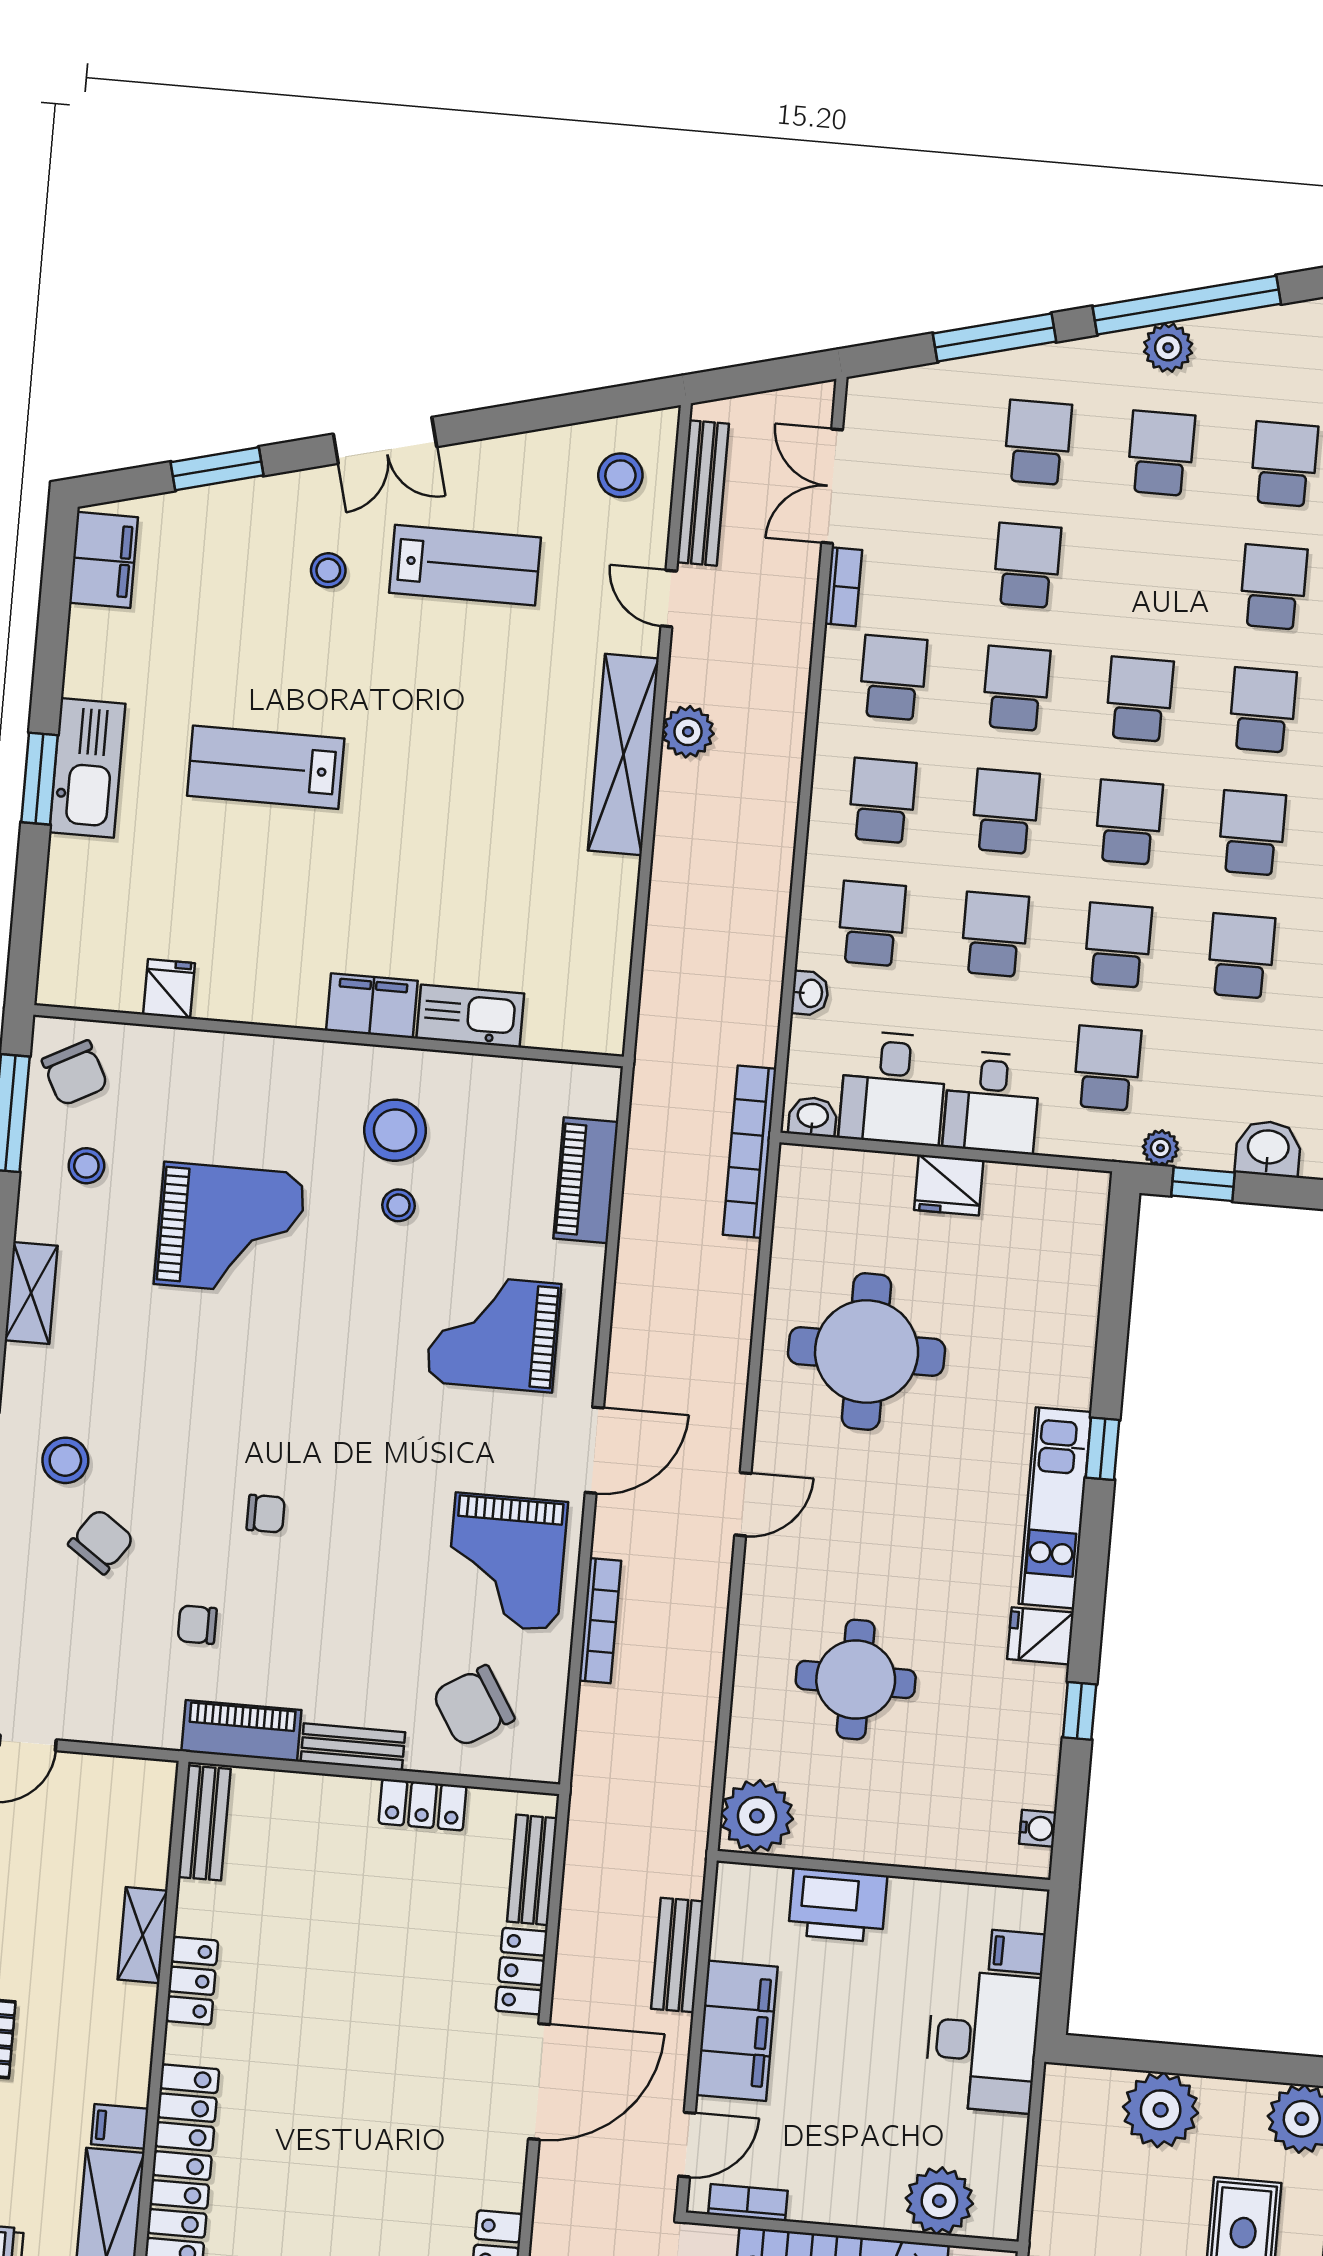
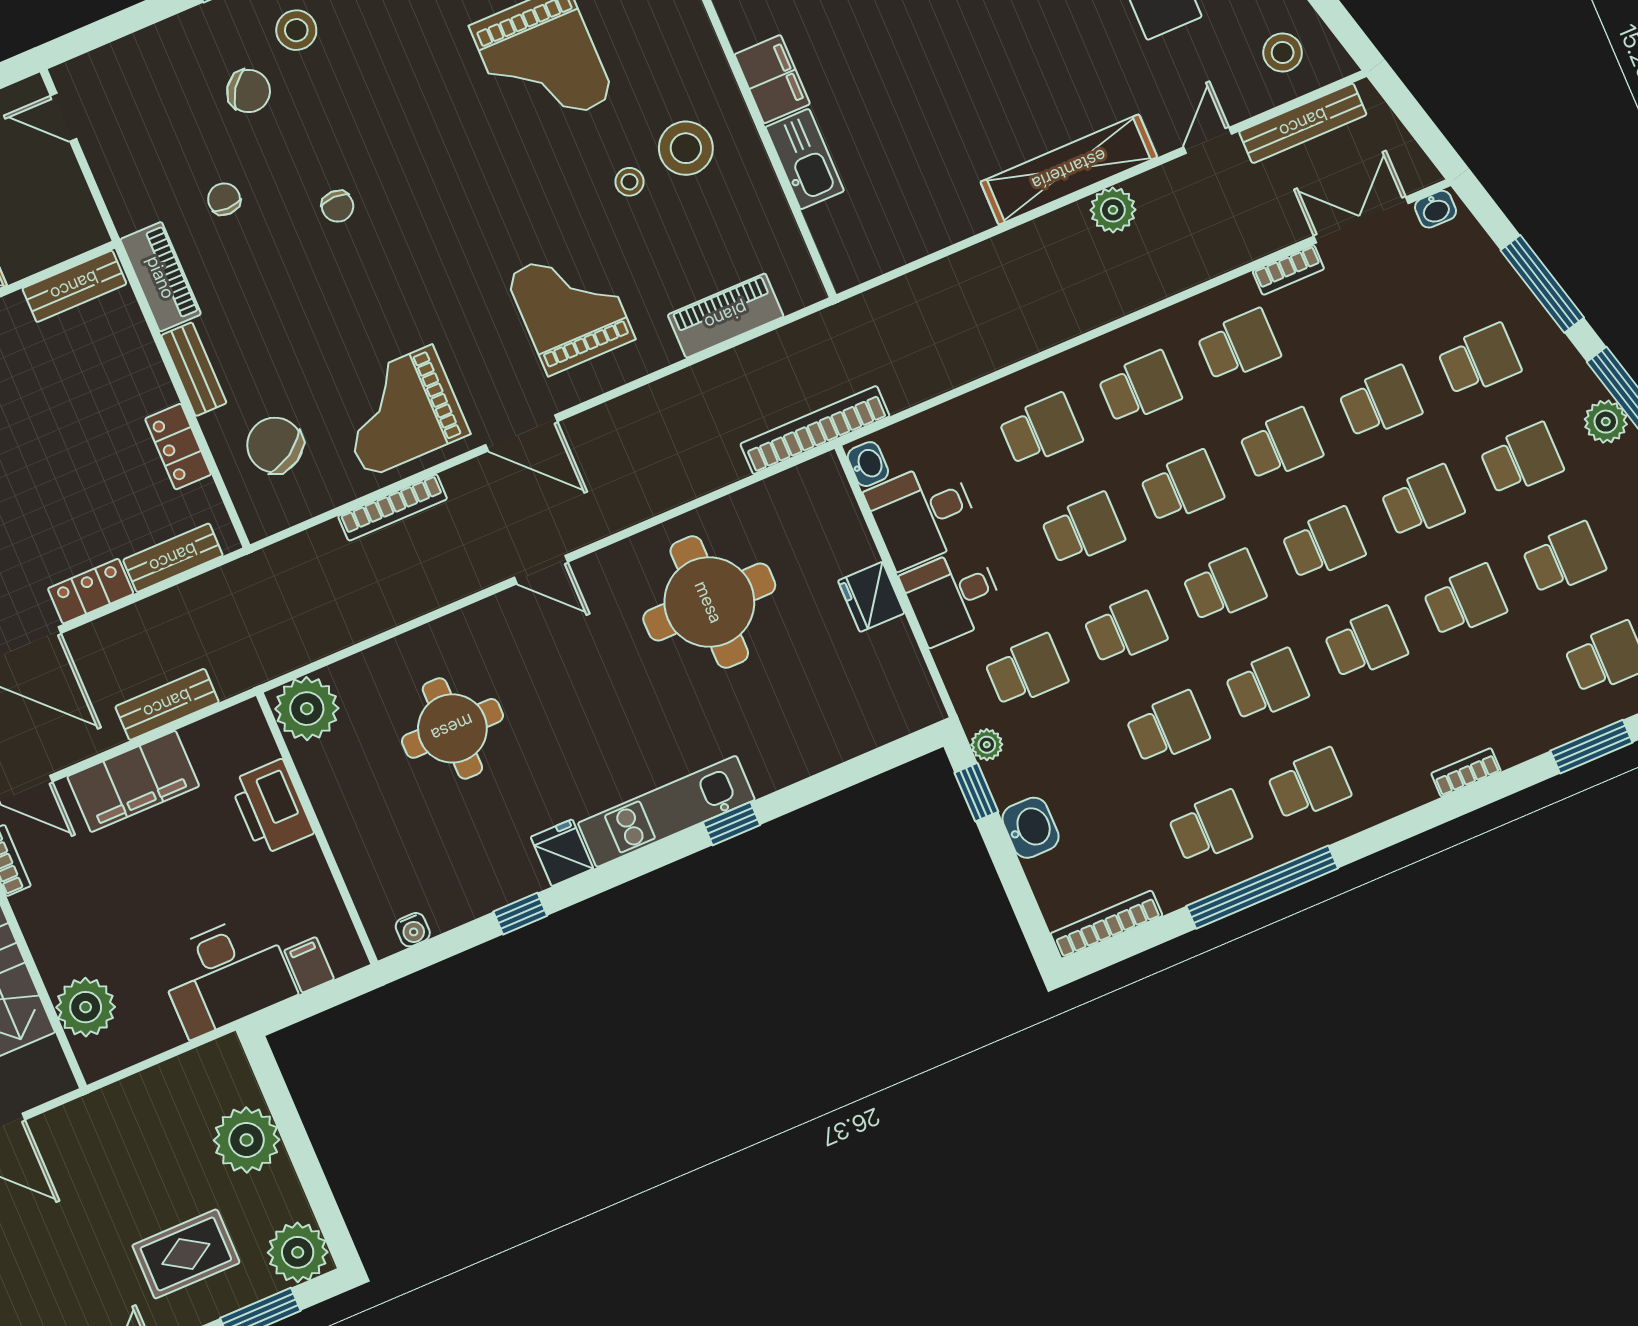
school desk: (1150, 576) -> (1423, 502), added
washbasin: (810, 993) -> (1436, 209), moved

